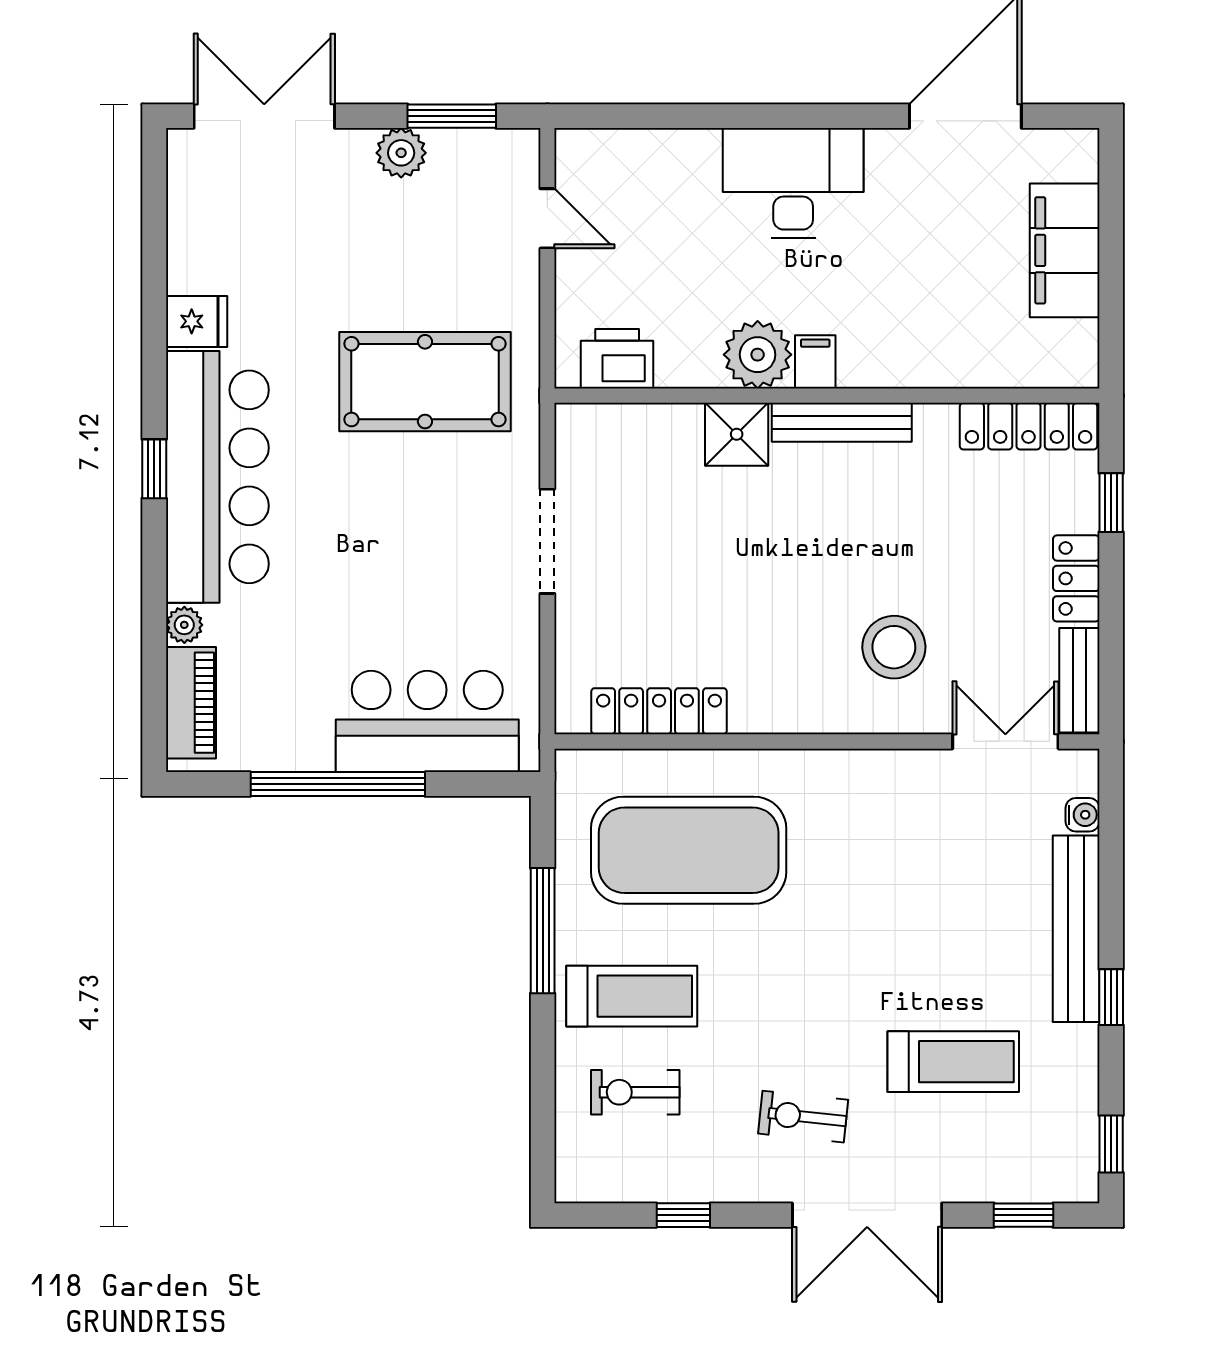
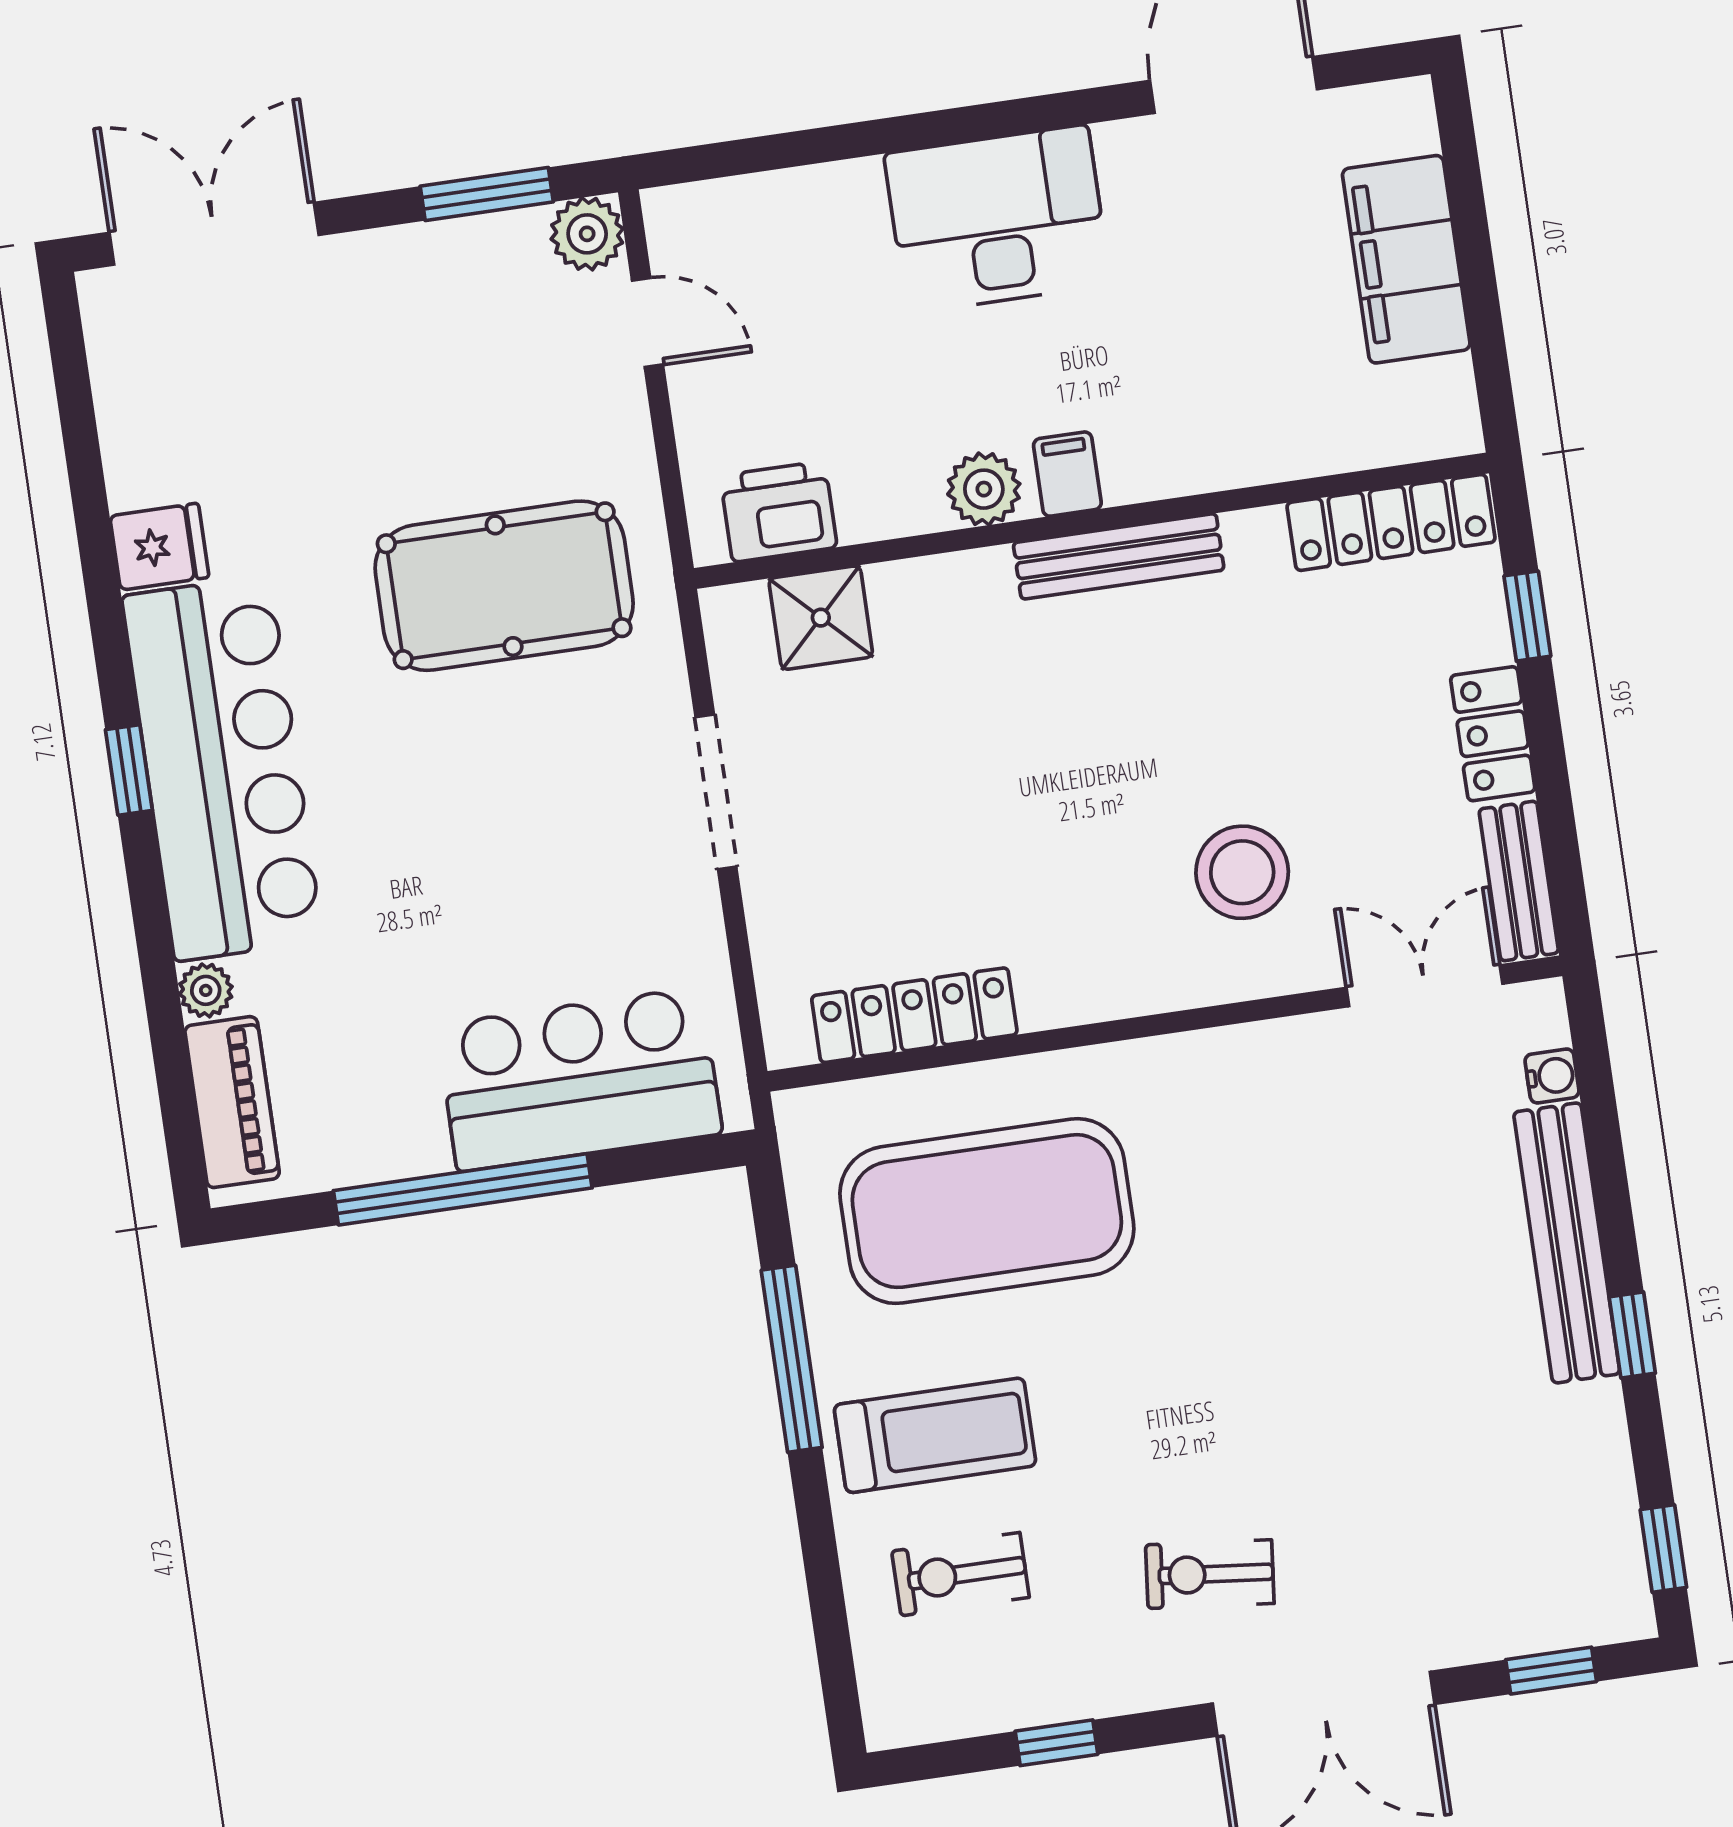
plant: (401, 153) -> (587, 234), moved
plant: (758, 355) -> (984, 489), width x0.73, depth x0.73
shower: (737, 434) -> (821, 618), moved
treadmill: (953, 1062) -> (1416, 1462), removed

